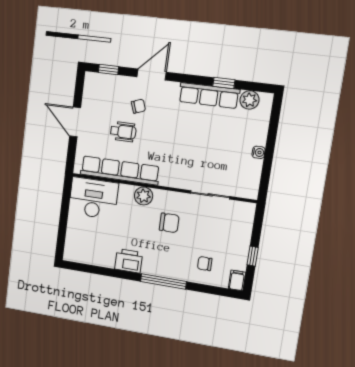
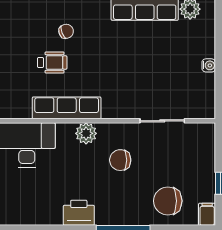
row of seats: (120, 170) -> (67, 108), width x0.73
chair: (169, 223) -> (120, 160), turned 180
chair: (205, 264) -> (168, 201), width x1.87, depth x1.87

